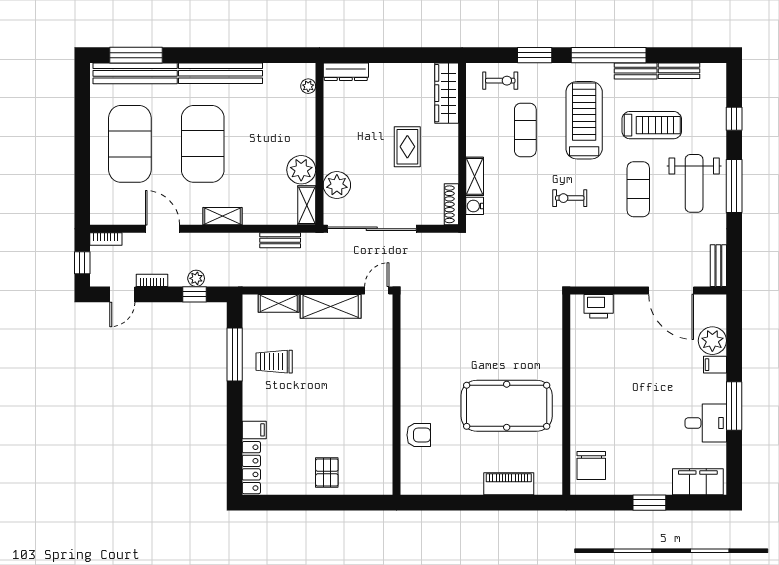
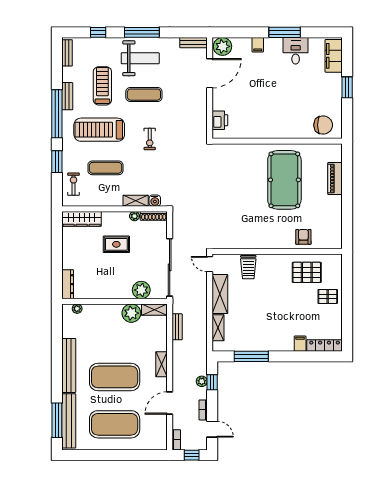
bench: (679, 71) -> (67, 53), moved
plant: (451, 175) -> (135, 216), added
plant: (712, 341) -> (223, 46), moved
trolley: (274, 362) -> (248, 267), moved
pallet: (364, 440) -> (307, 272), added

